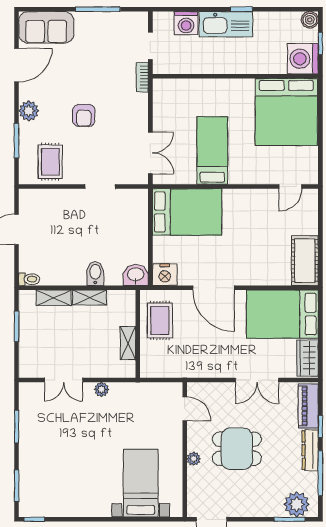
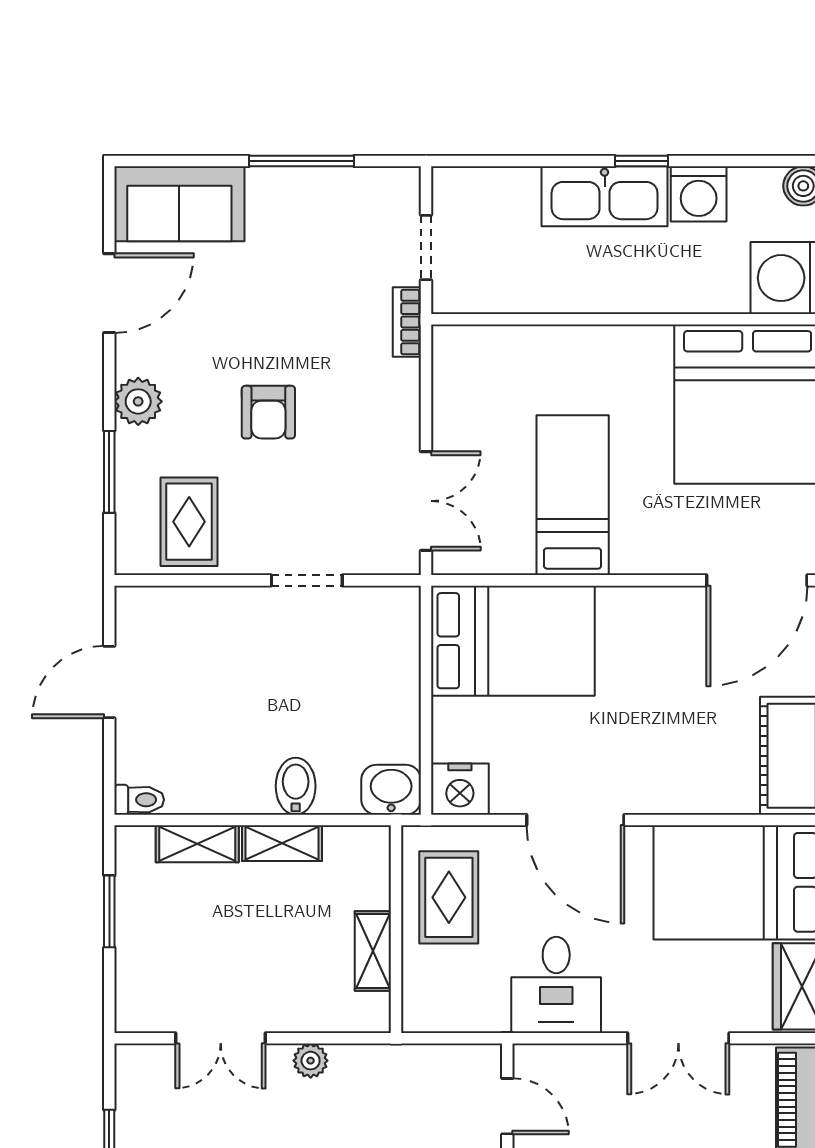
washing machine: (186, 23) -> (699, 194), moved
door: (290, 186) -> (757, 580), width x1.88
desk: (205, 357) -> (556, 985), added

